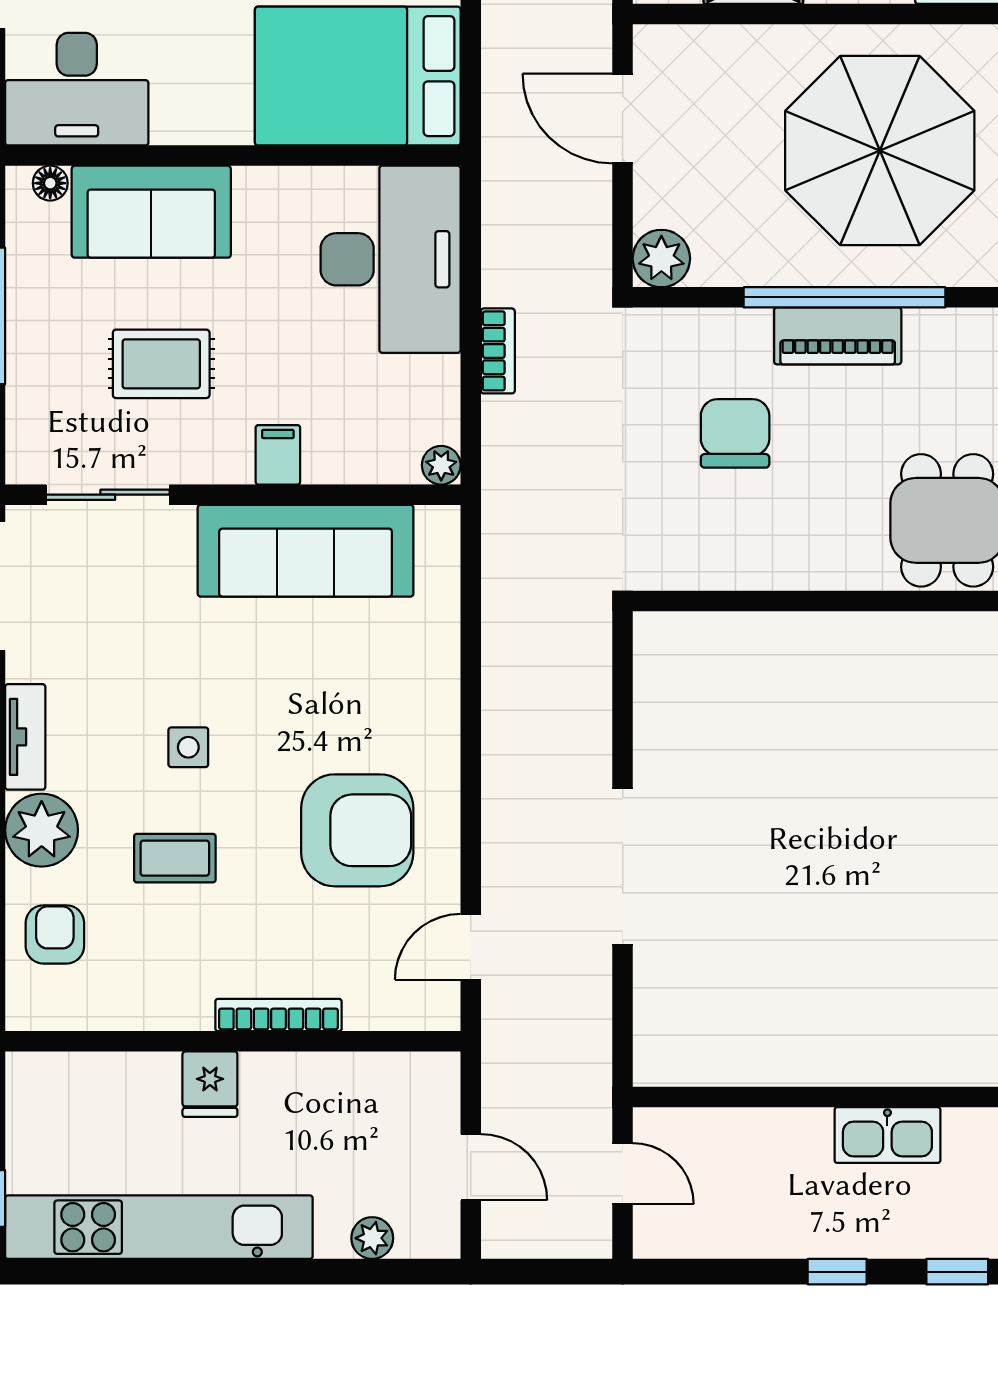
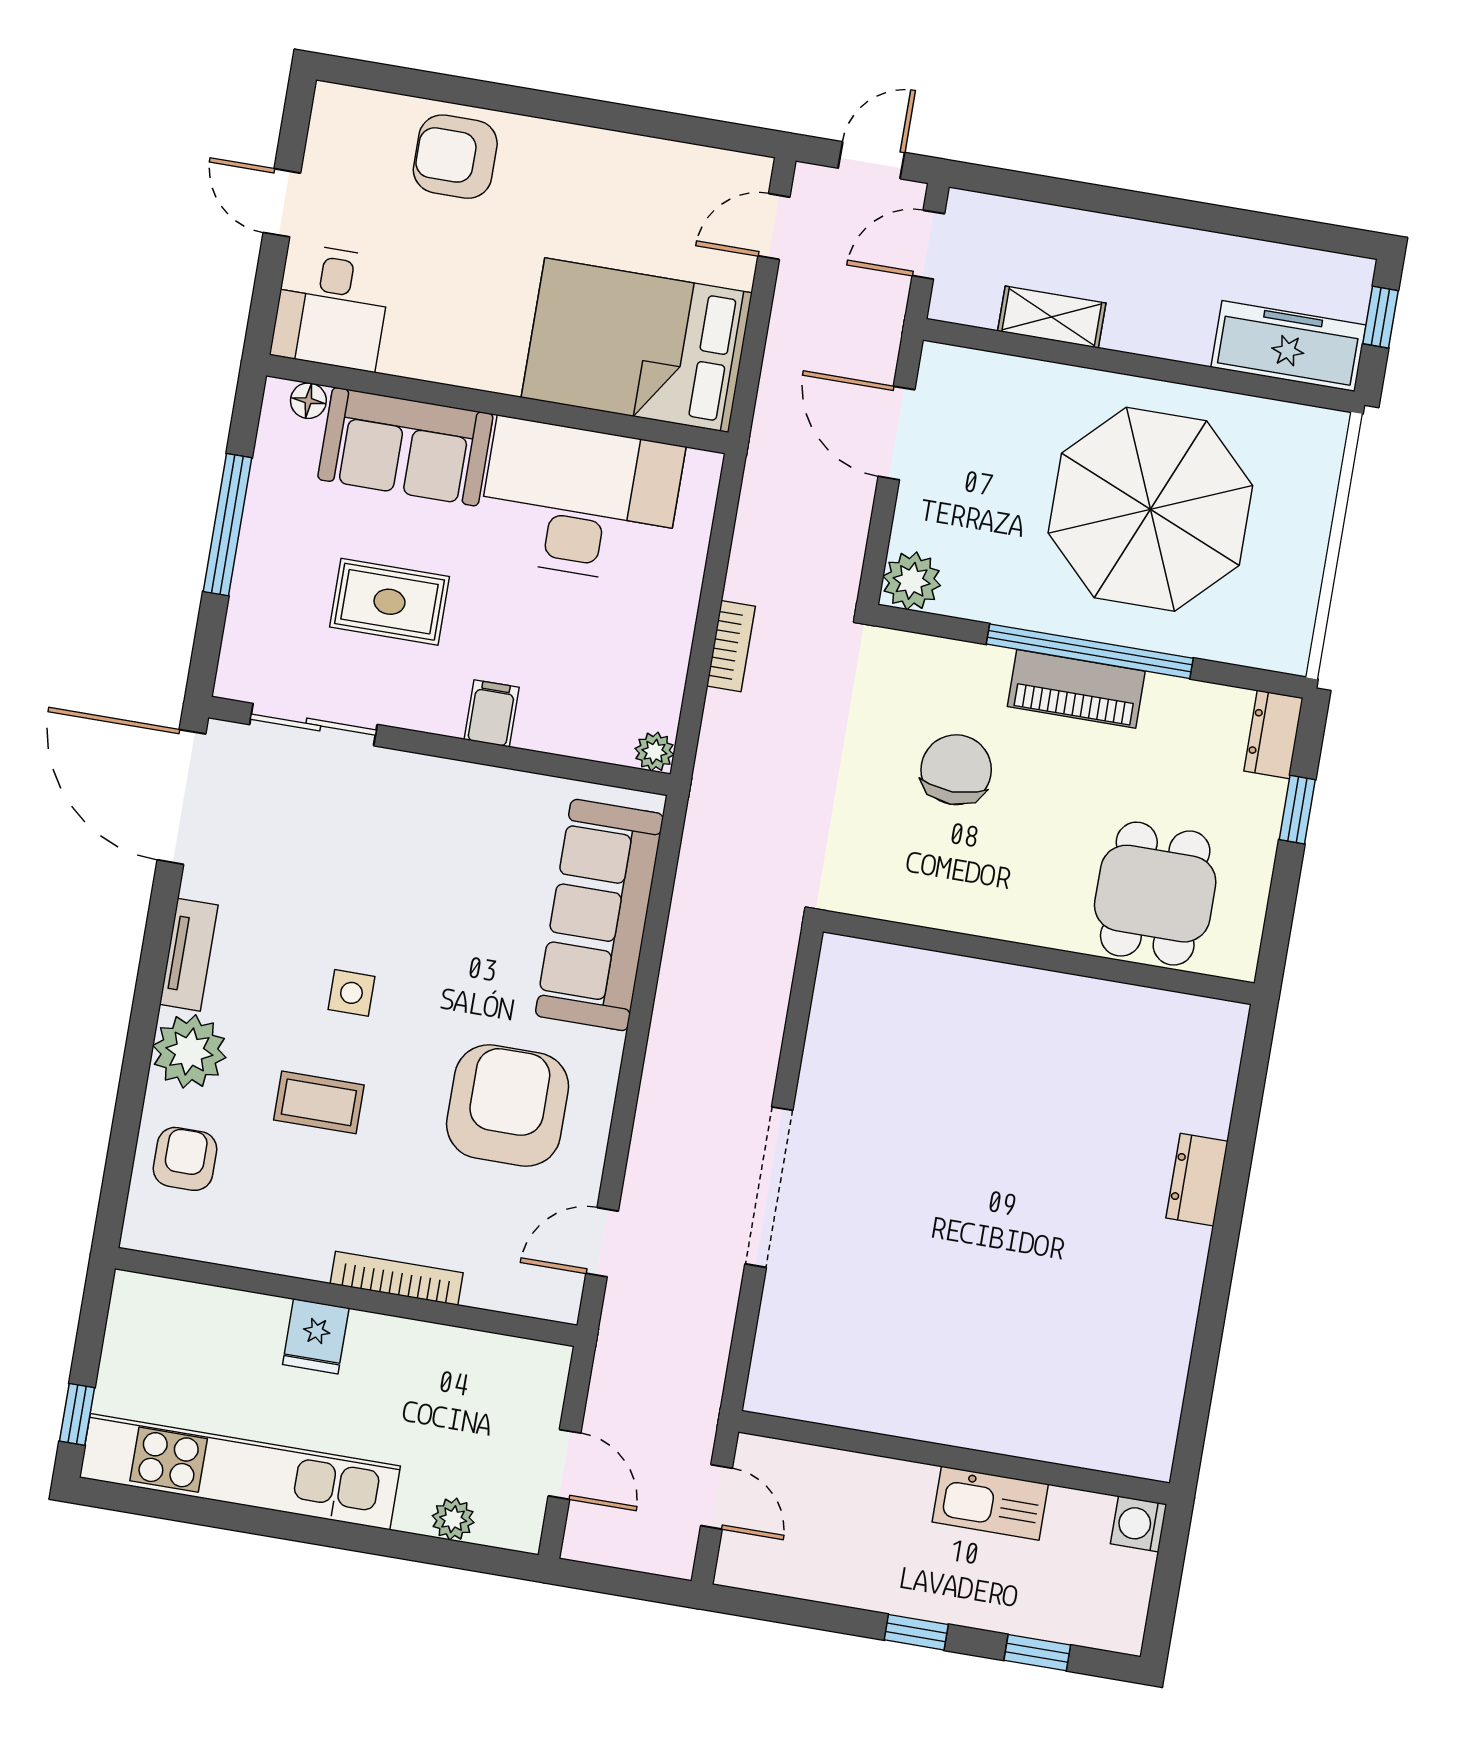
desk: (77, 89) -> (332, 307), width x0.73
desk: (391, 259) -> (580, 501), moved, turned -90
sofa: (306, 551) -> (599, 915), moved, turned 90
armchair: (357, 830) -> (508, 1106), turned -90

